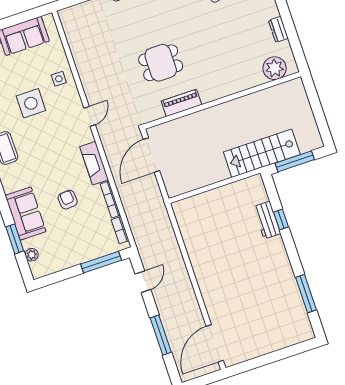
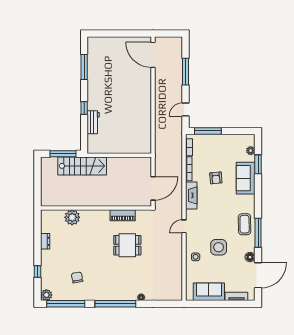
plant: (275, 68) -> (72, 217), moved
window: (281, 219) -> (84, 108), moved
door: (215, 343) -> (153, 55), swing flipped

